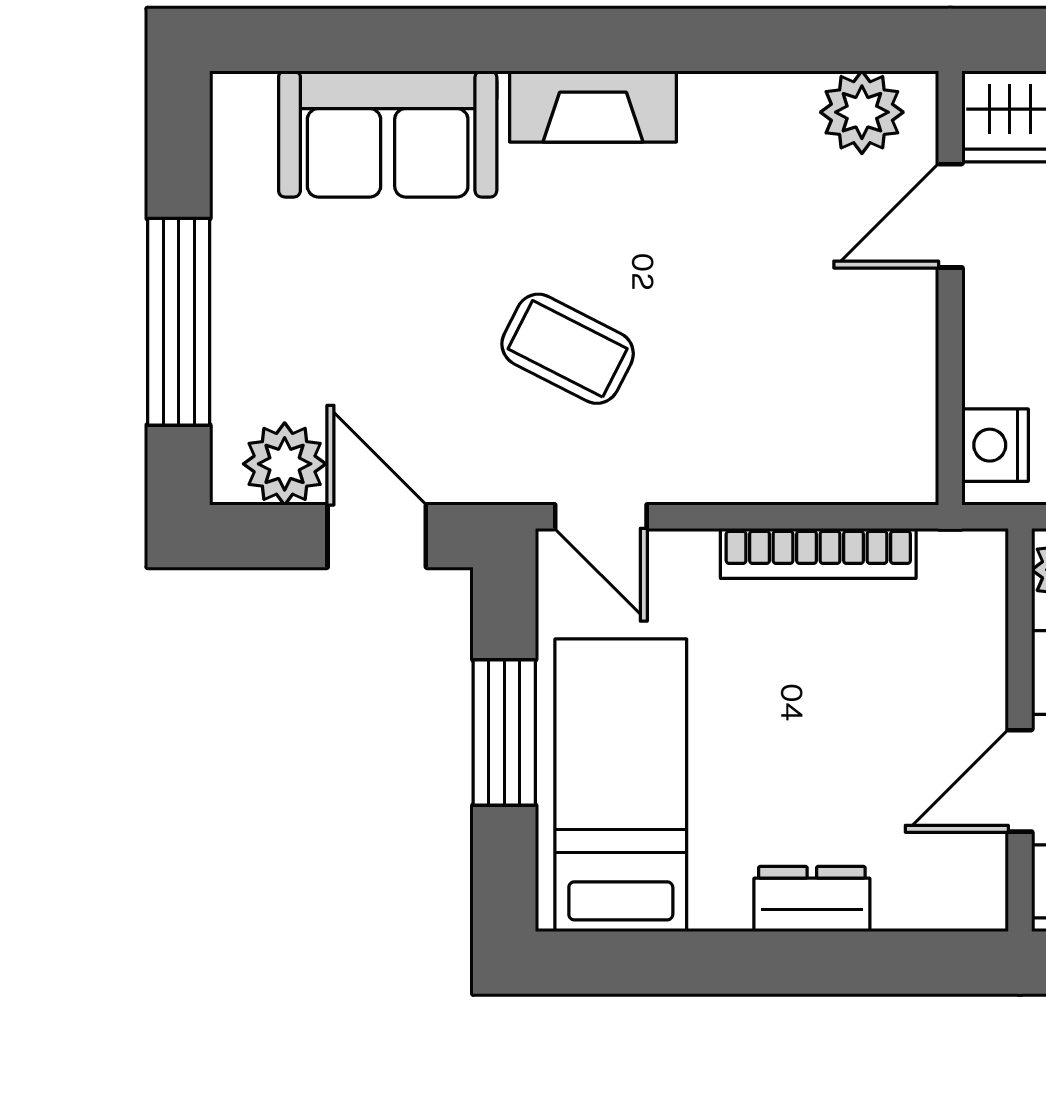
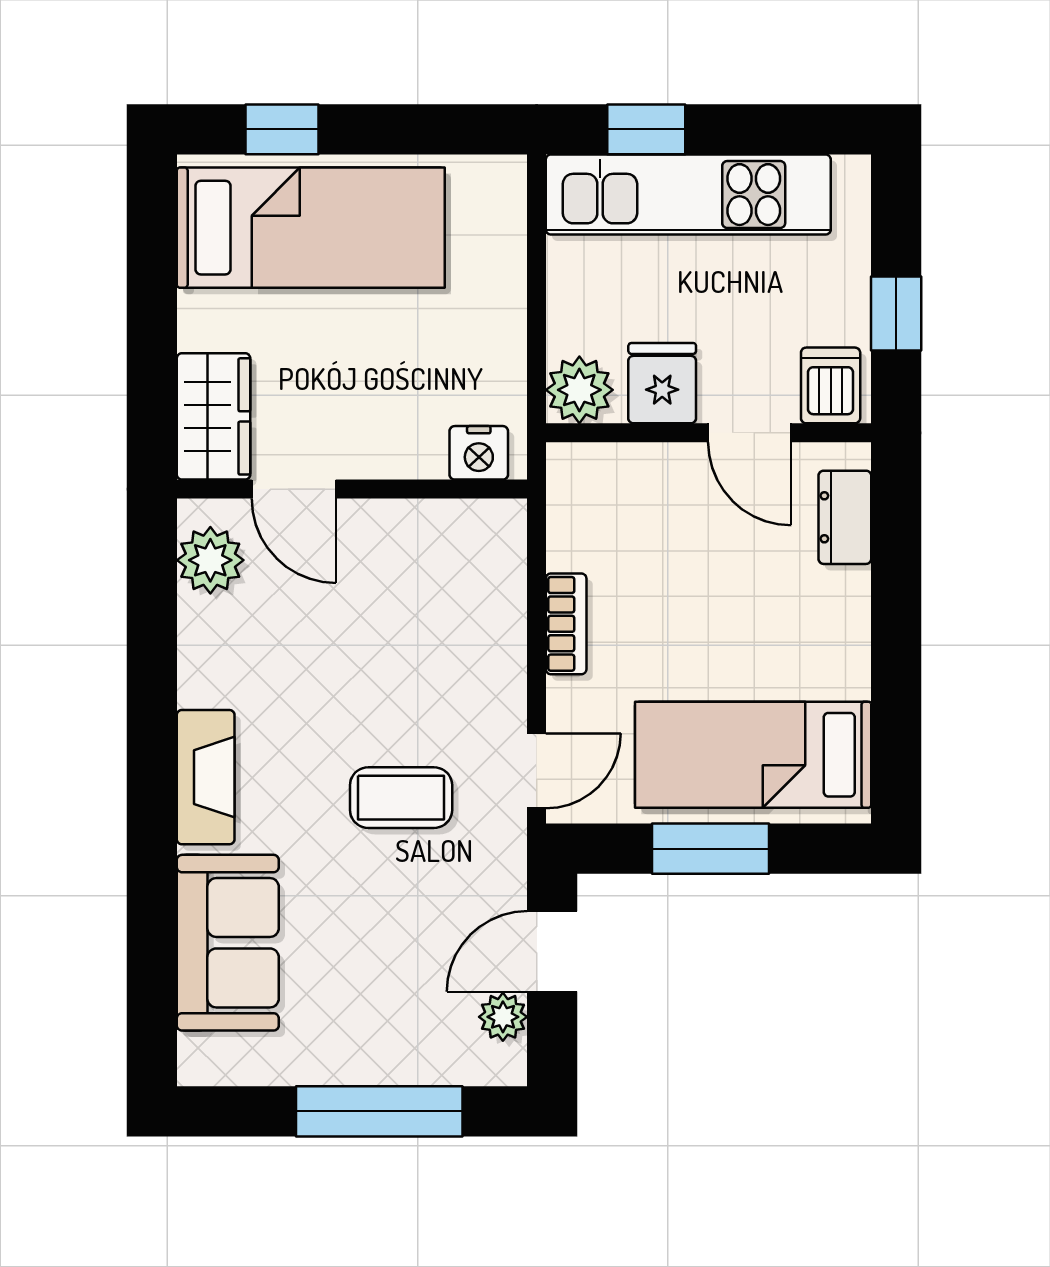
coffee table: (568, 349) -> (401, 798), turned 63
plant: (285, 464) -> (503, 1017), width x0.73, depth x0.73
bookcase: (818, 553) -> (566, 624), width x0.64
dresser: (812, 899) -> (845, 517), moved

